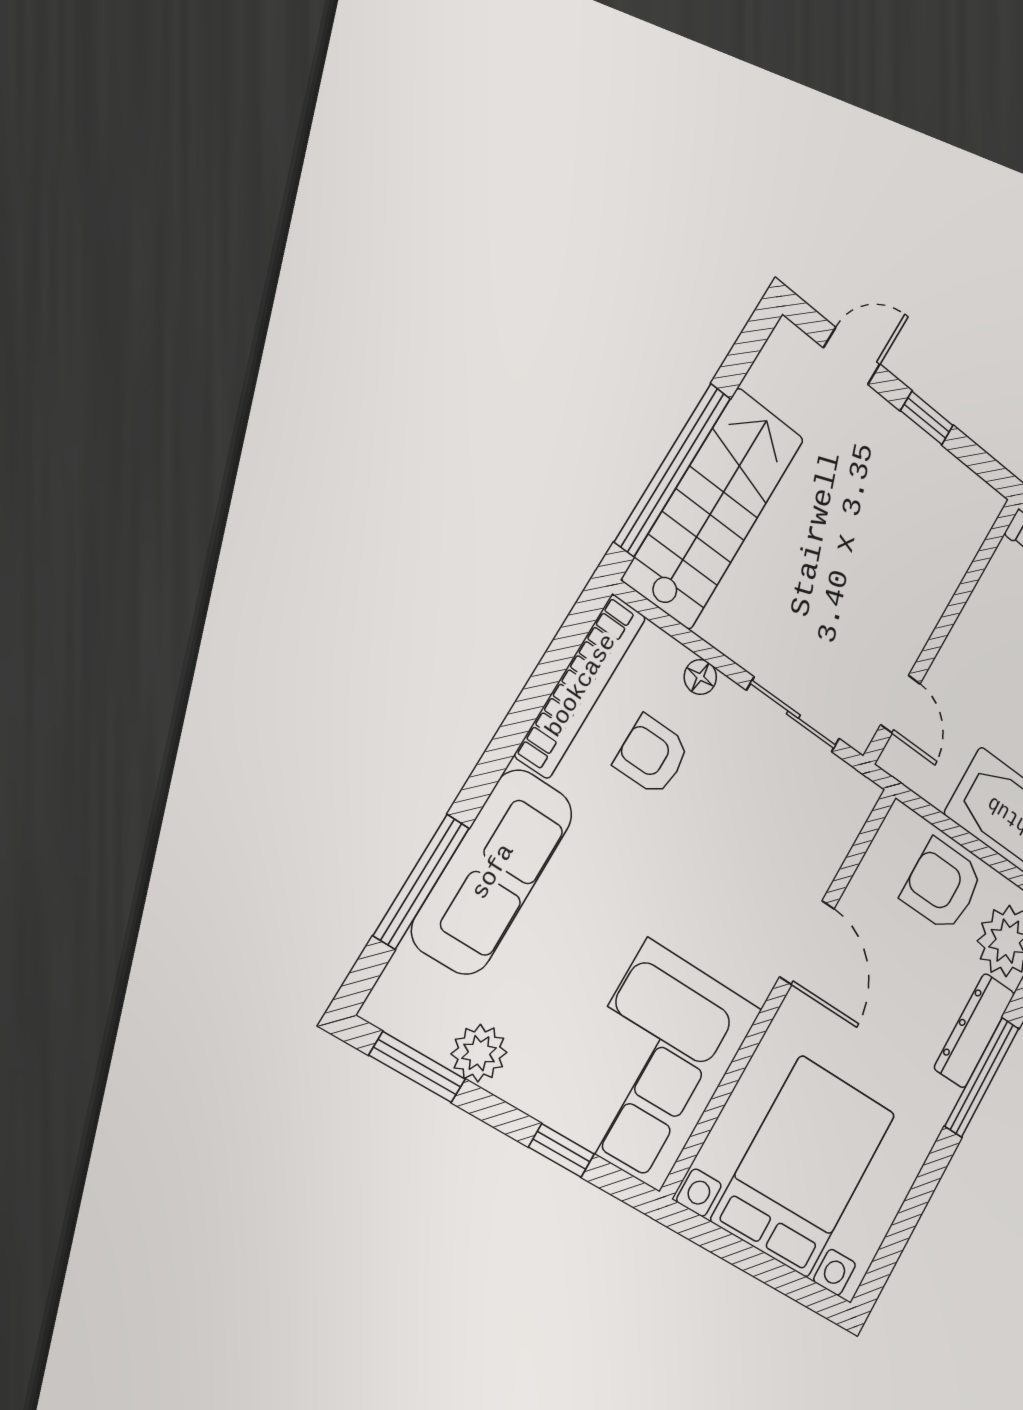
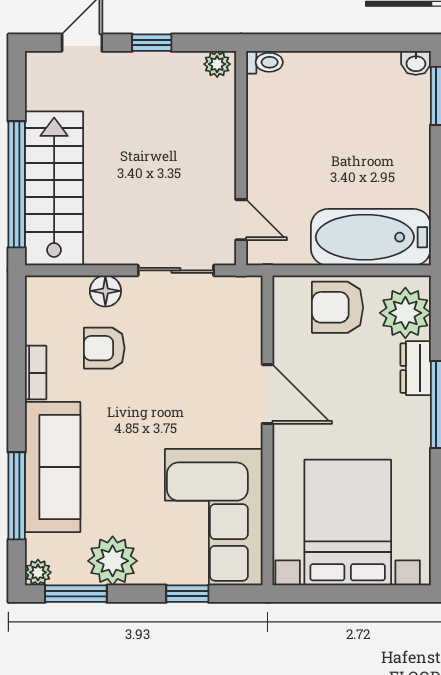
plant: (980, 499) -> (217, 64), added
floor lamp: (700, 677) -> (105, 291), width x1.37, depth x1.37
bookcase: (581, 686) -> (36, 373), width x0.43, depth x0.76
plant: (384, 1007) -> (38, 572), added
dresser: (974, 1031) -> (416, 368), width x0.70
plant: (479, 1053) -> (113, 561), width x1.36, depth x1.36

